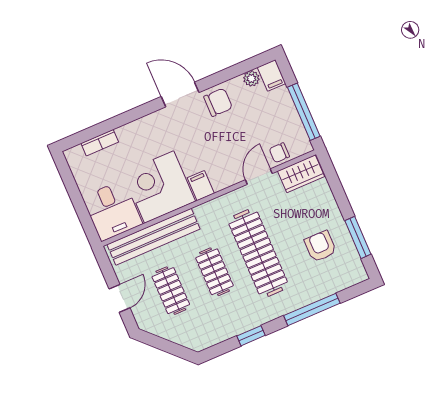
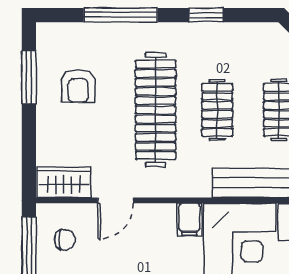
chair: (279, 153) -> (65, 240), moved

